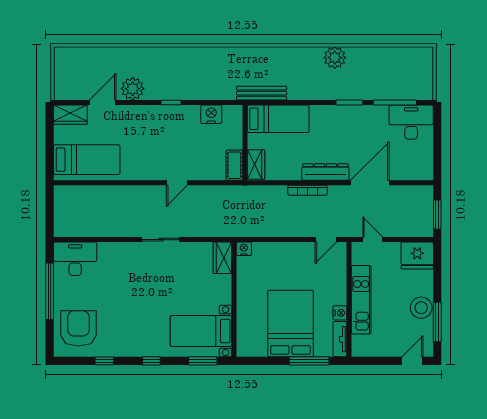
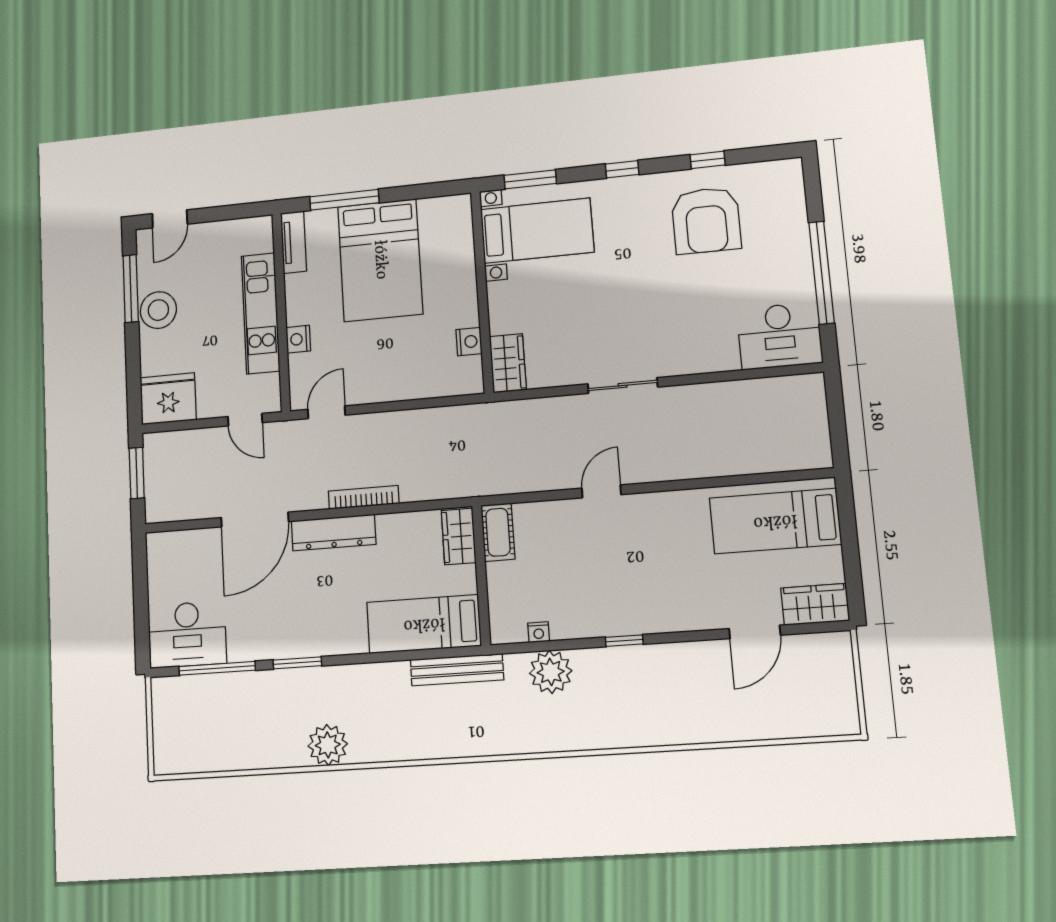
plant: (133, 89) -> (551, 672), moved
nightstand: (211, 114) -> (539, 632), width x0.53, depth x0.56
nightstand: (244, 249) -> (469, 342), moved, turned -90
nightstand: (340, 313) -> (298, 339), moved
armchair: (78, 328) -> (706, 220), moved

